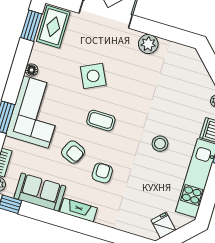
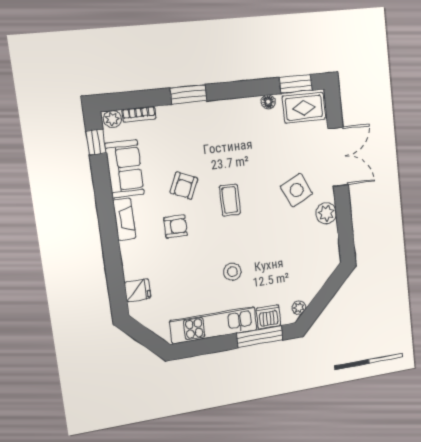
floor lamp: (32, 70) -> (268, 102), moved
side table: (93, 76) -> (297, 190), moved
corner sofa: (36, 112) -> (209, 127), removed
fridge: (163, 225) -> (138, 290), moved, turned 45

